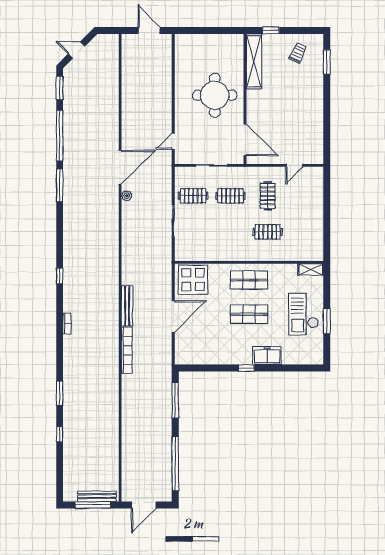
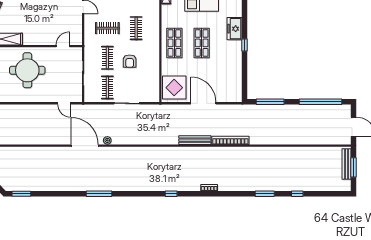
window: (60, 136) -> (60, 194), removed
door: (245, 140) -> (63, 46), width x0.53
armchair: (226, 224) -> (130, 61), added
window: (93, 505) -> (353, 167), width x0.69

